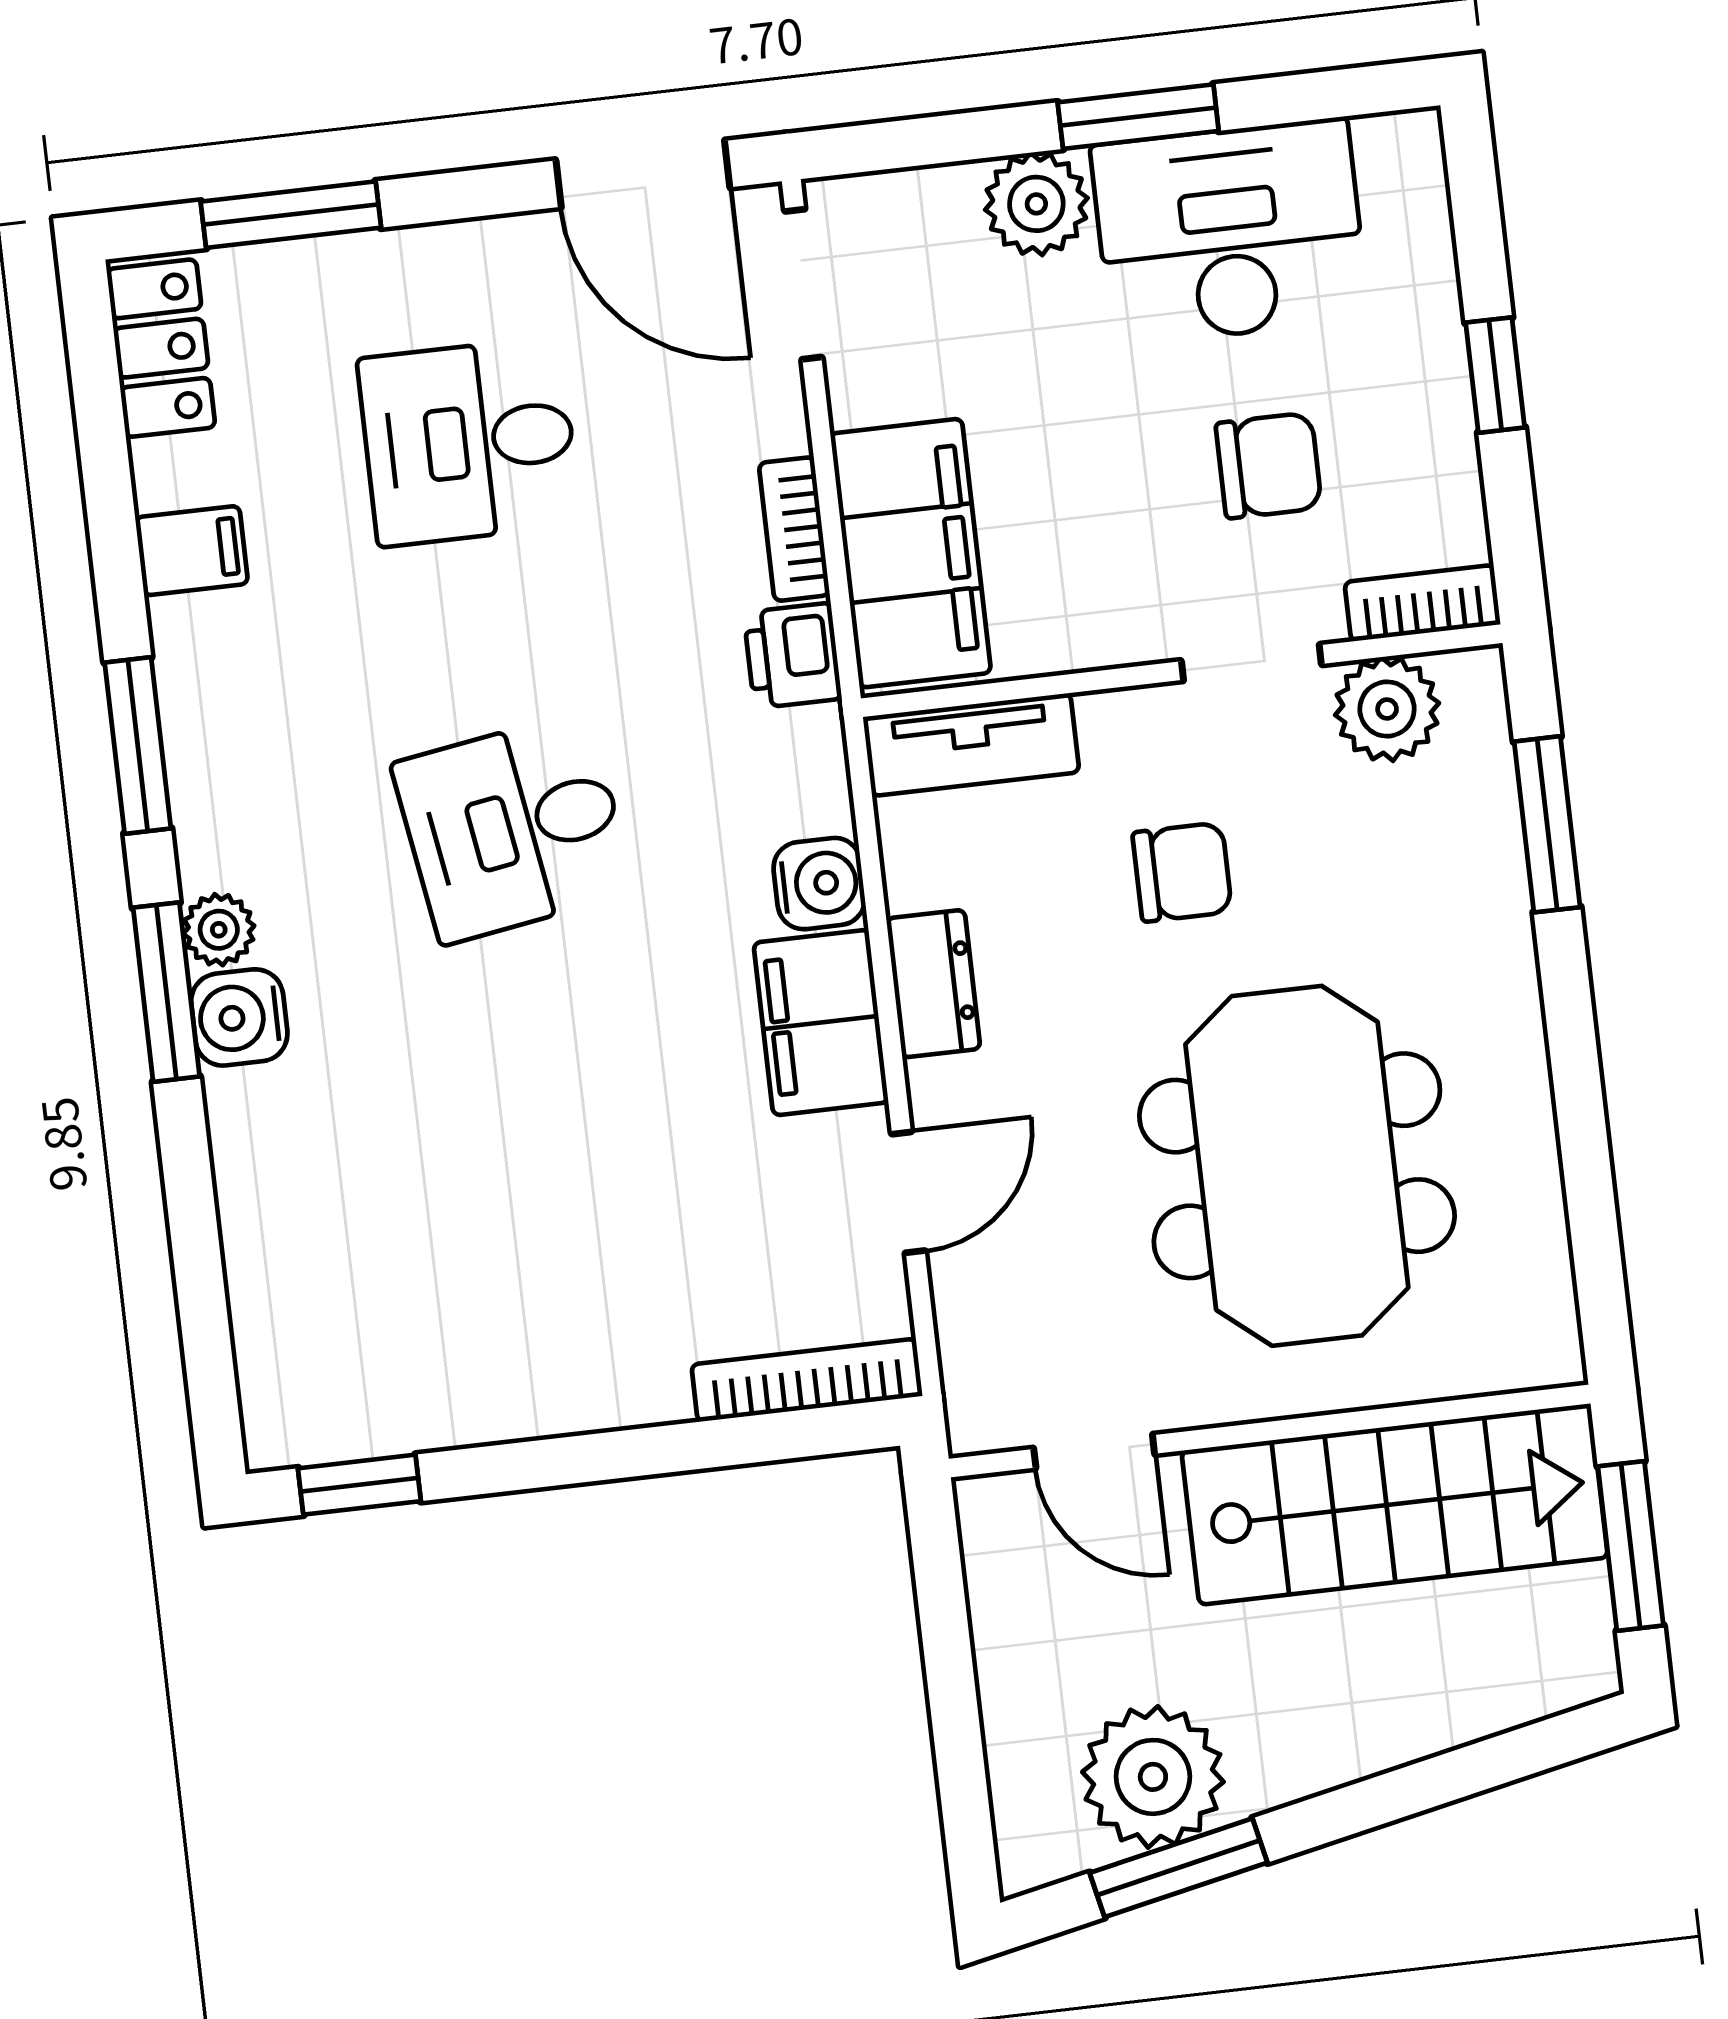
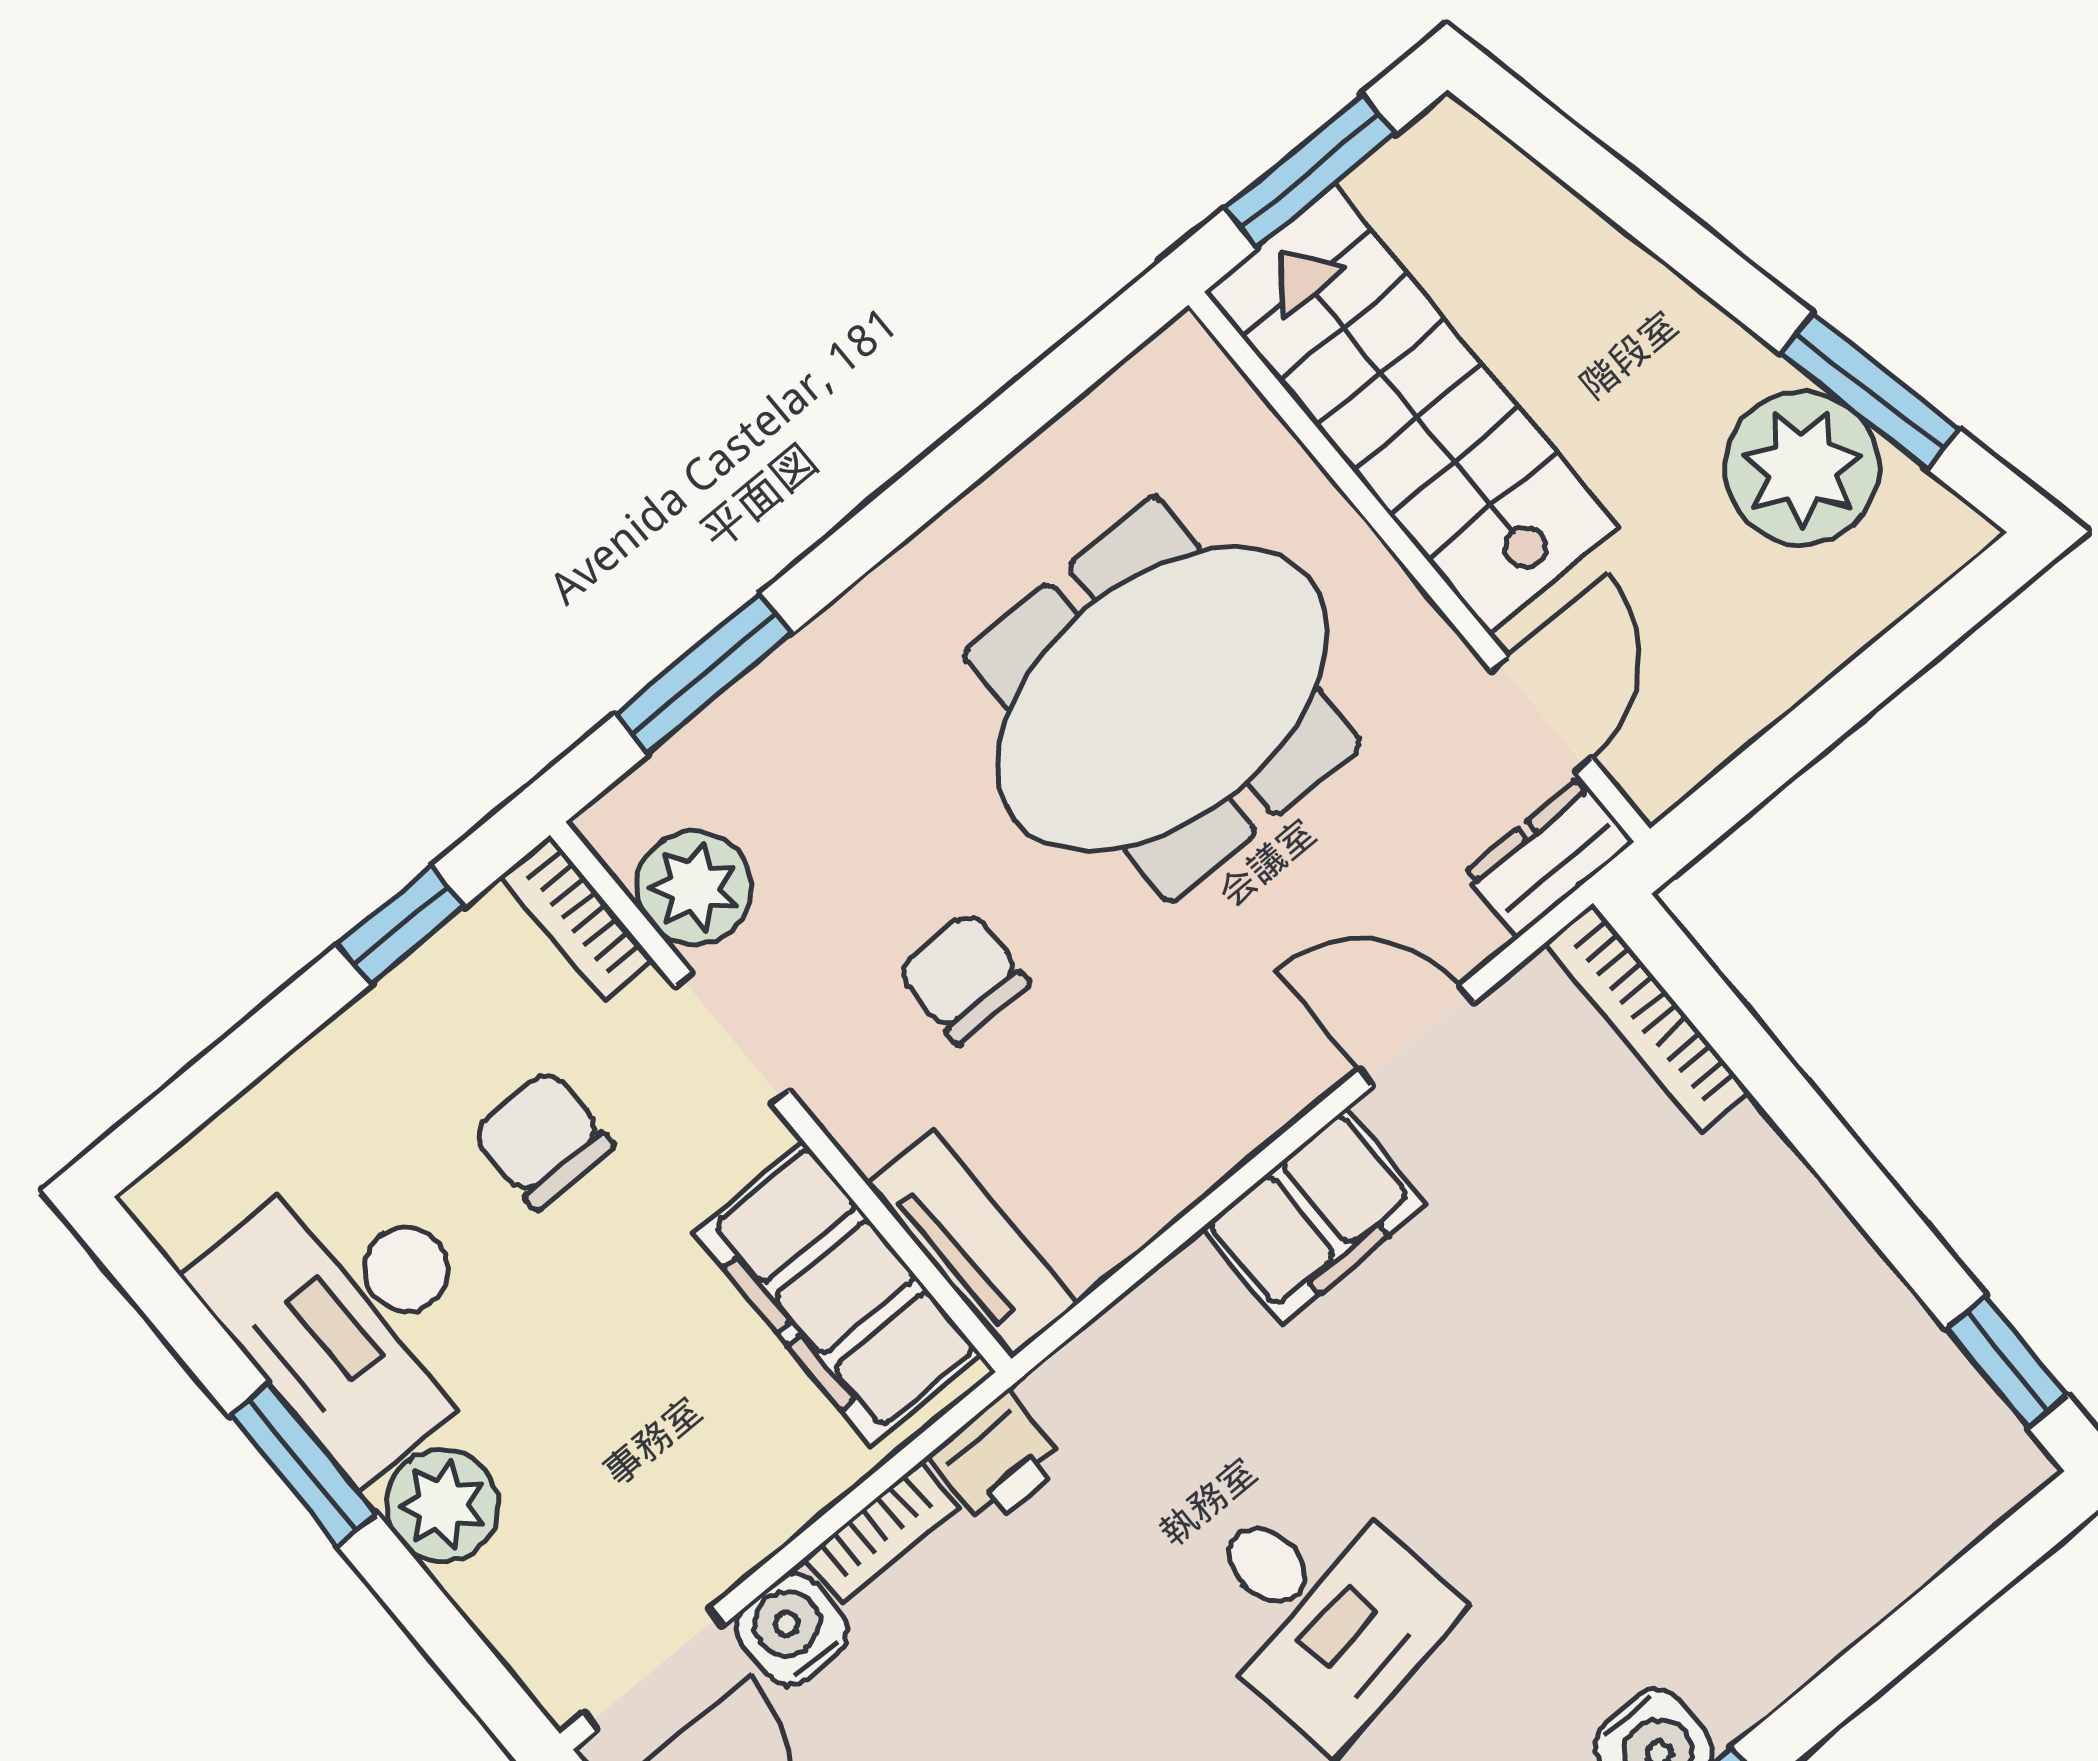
window: (1495, 375) -> (401, 925), moved
filing cabinet: (911, 553) -> (837, 1293), moved, turned -90
water cooler: (819, 884) -> (792, 1630), moved
dresser: (933, 984) -> (1549, 858), moved

